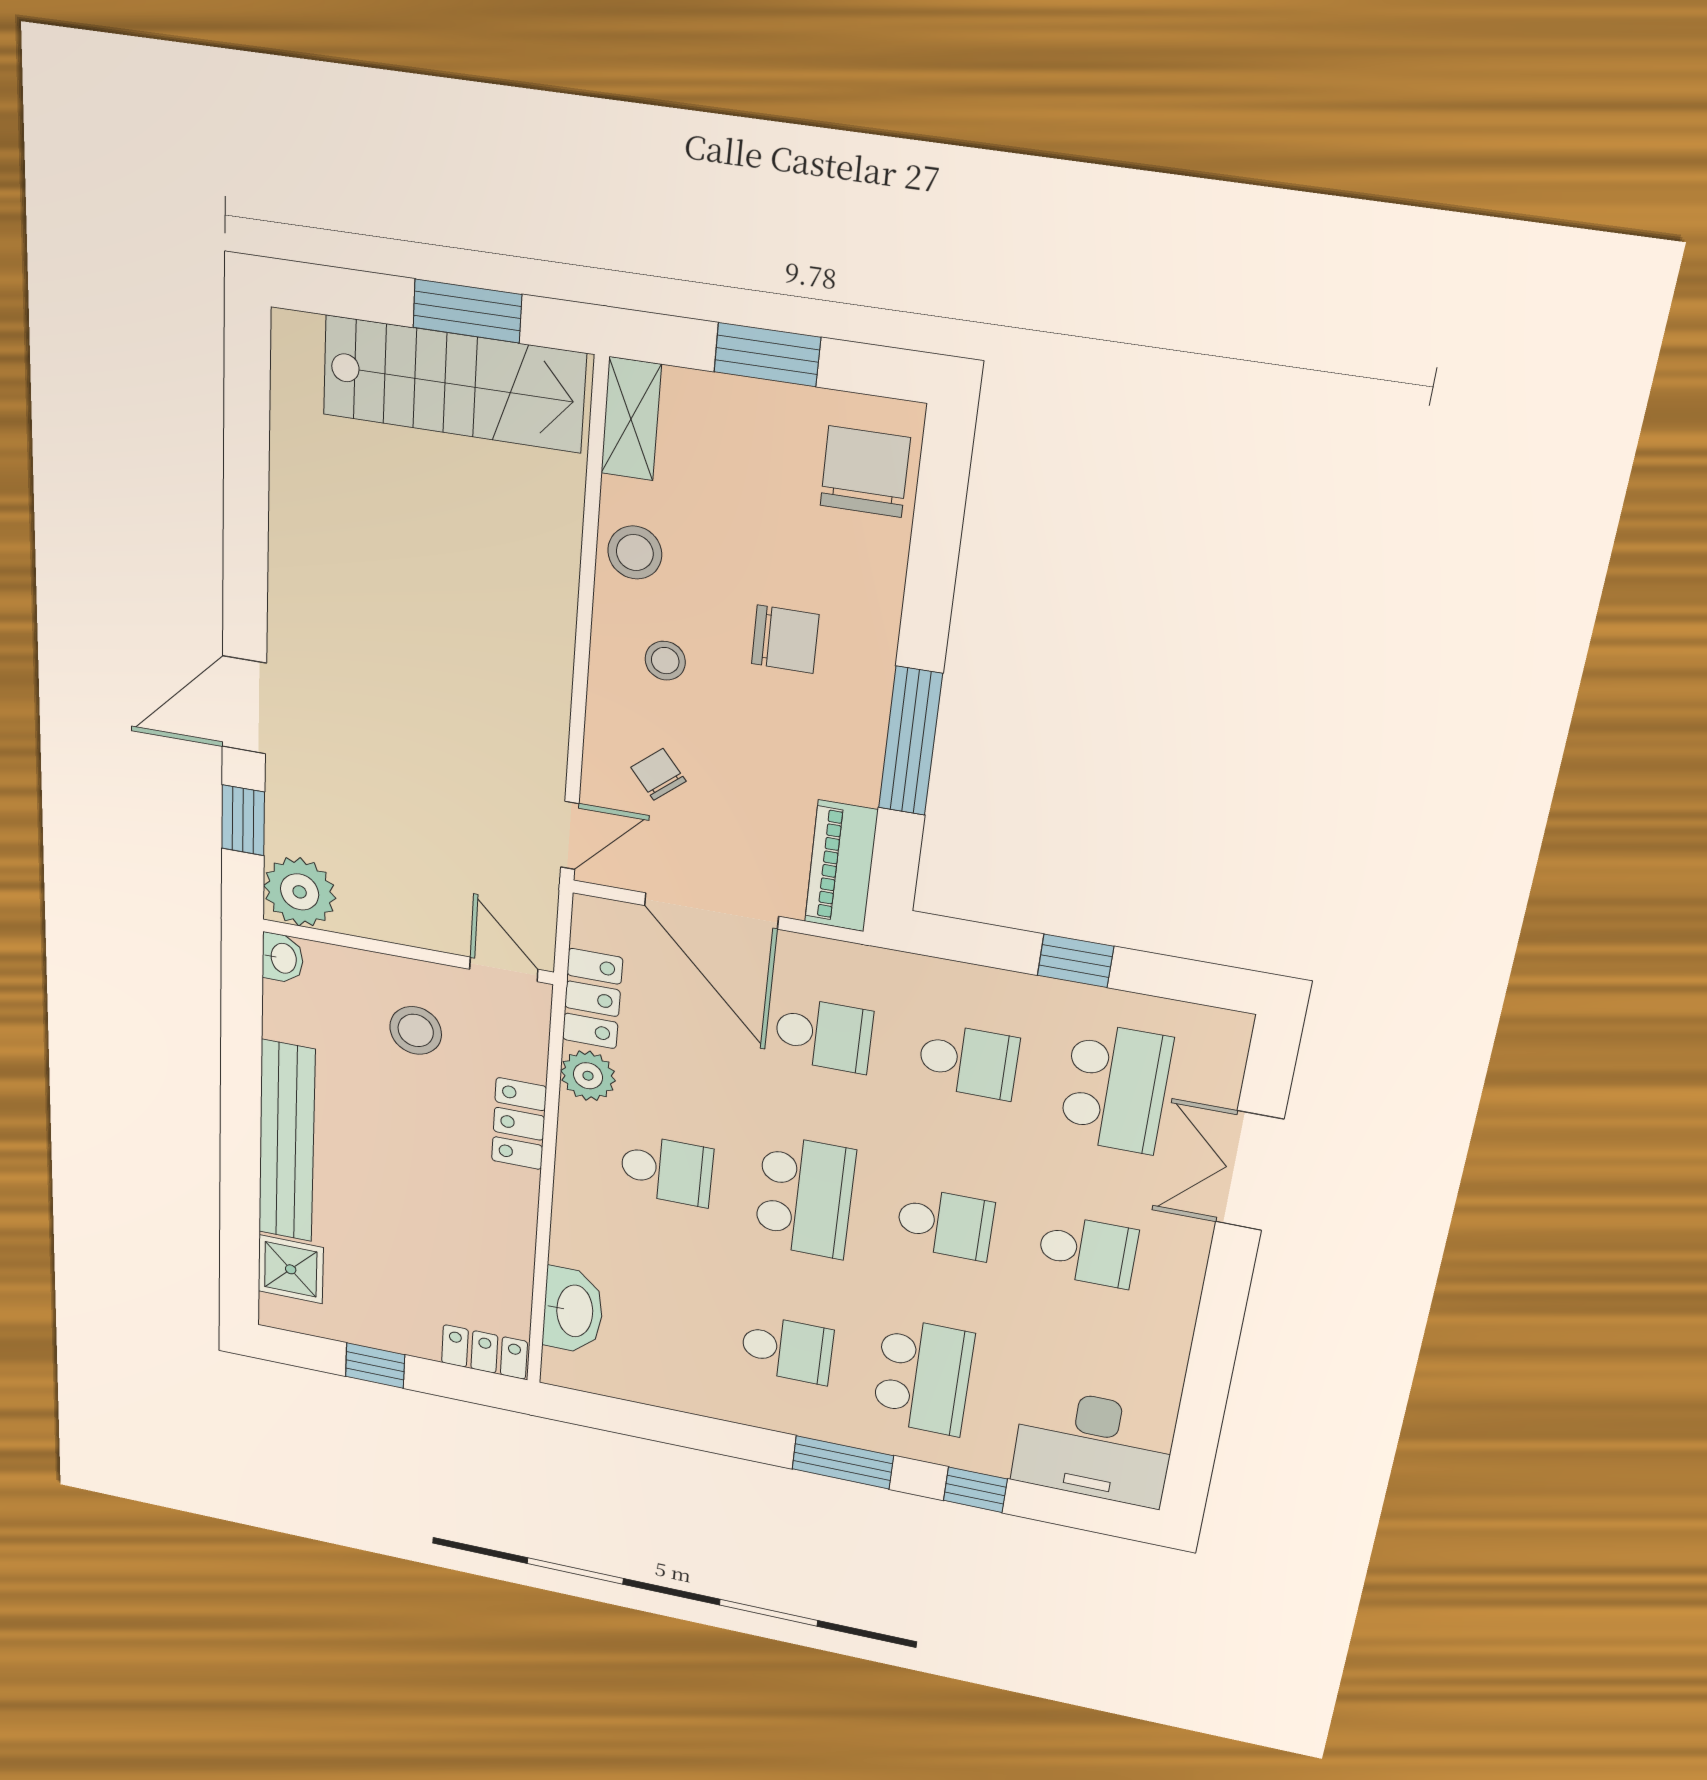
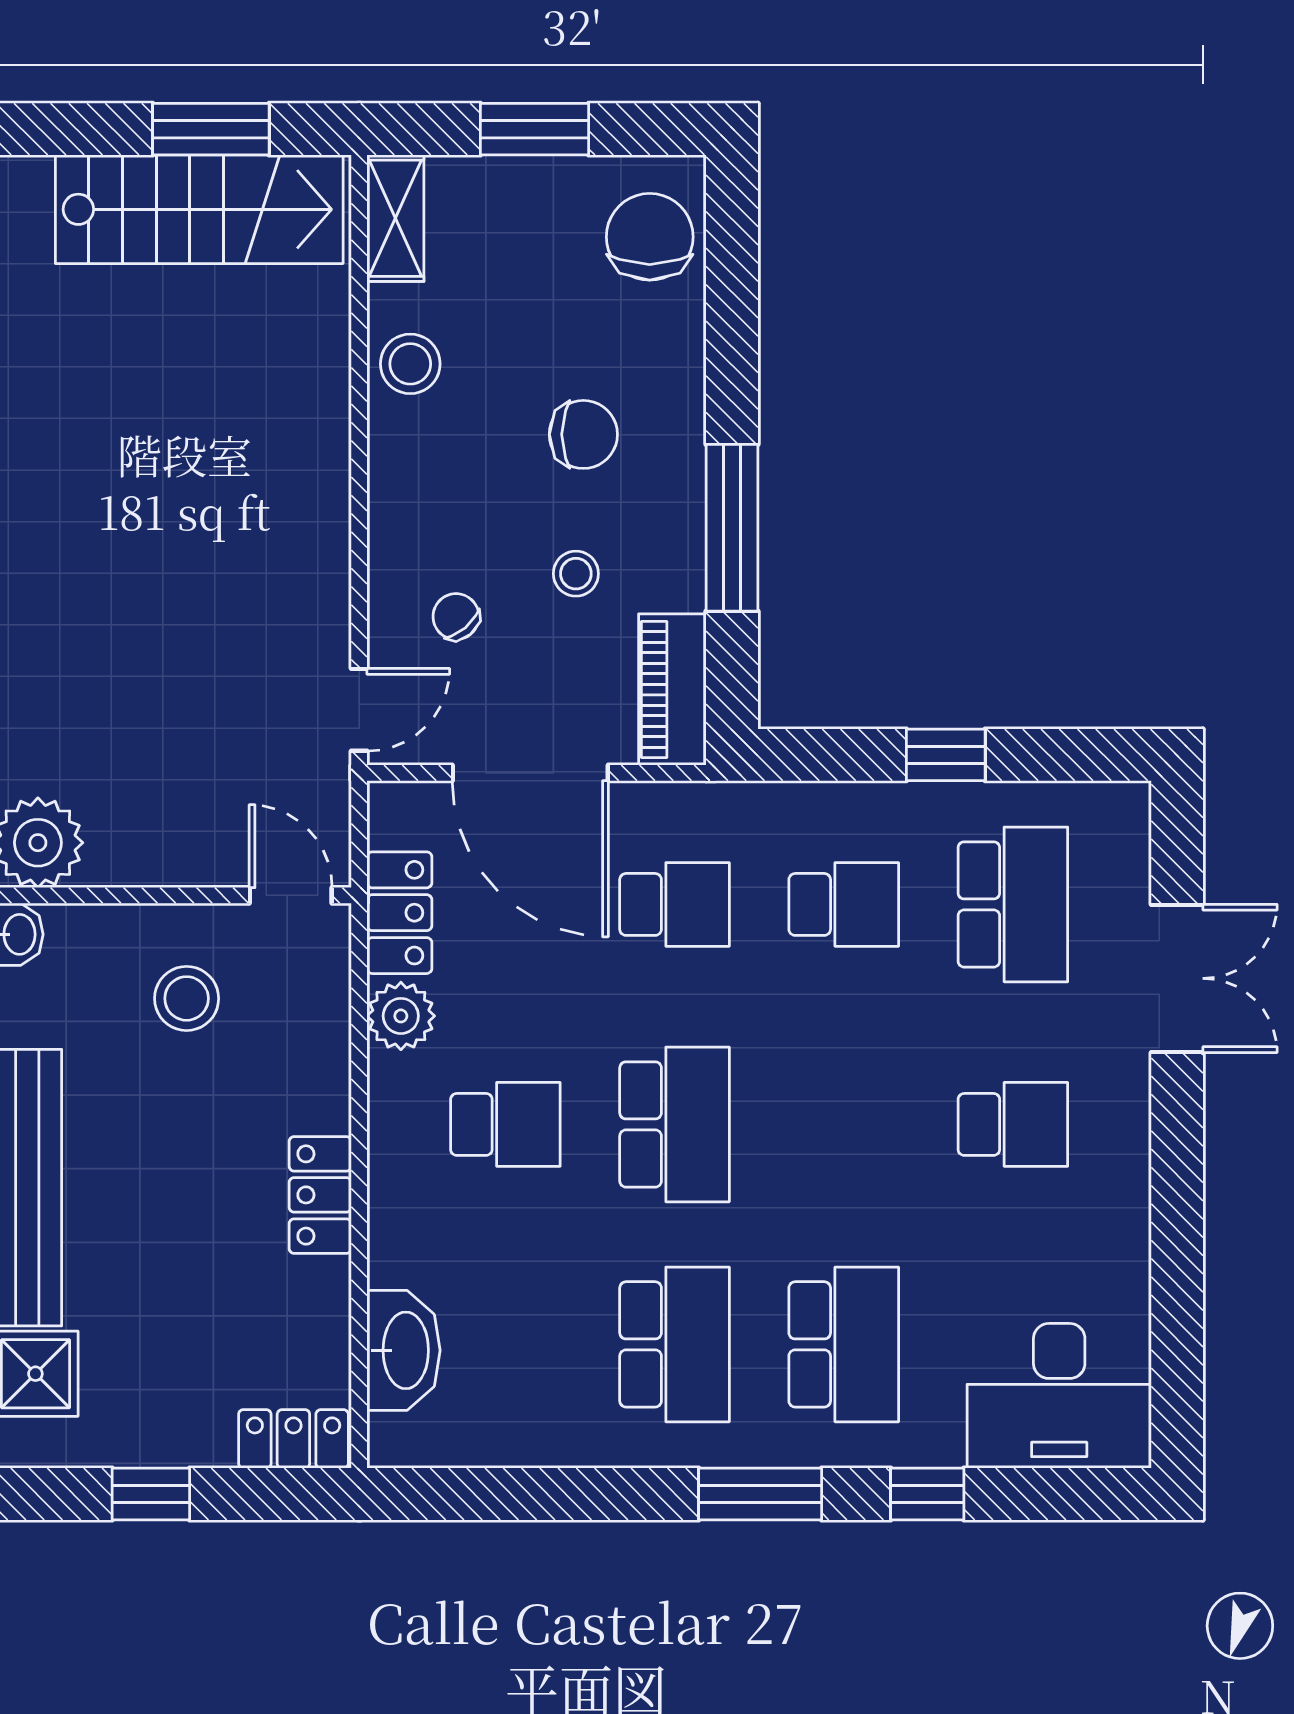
stool: (665, 661) -> (576, 574), moved
locker: (519, 1124) -> (320, 1195), moved
double door: (1249, 1171) -> (1177, 978), swing flipped
school desk: (945, 1224) -> (844, 1124), removed
school desk: (787, 1350) -> (675, 1344), width x1.85

